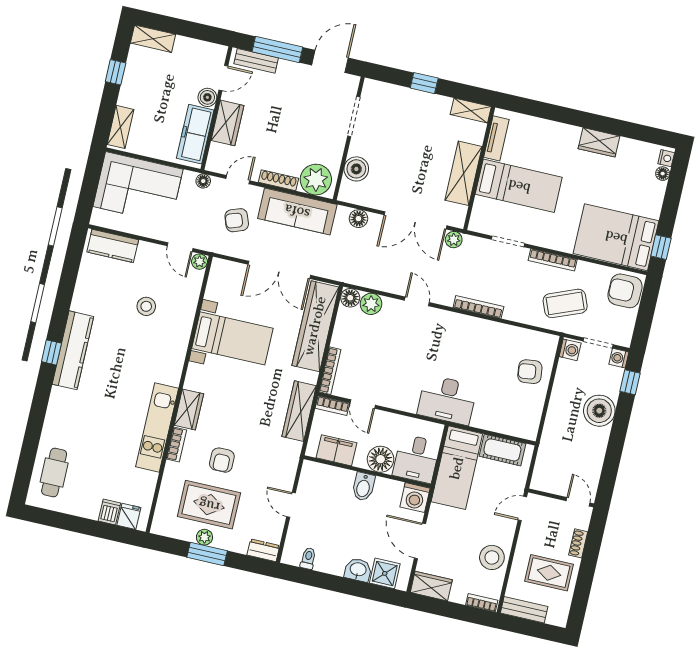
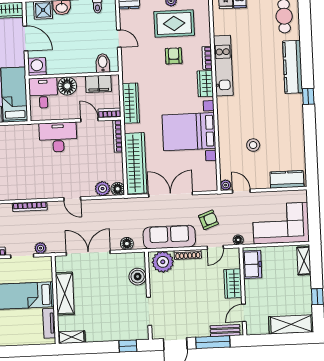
shelving: (153, 39) -> (291, 324), width x1.50, depth x1.33
window: (424, 83) -> (128, 346), moved
boiler: (207, 97) -> (251, 297), removed
freezer: (195, 134) -> (252, 264), width x0.71
plant: (454, 240) -> (40, 248), moved
bed with nightstands: (232, 338) -> (189, 132), width x1.36
kitchen counter: (73, 350) -> (293, 67), moved
desk: (447, 400) -> (58, 137), moved
bidet: (363, 487) -> (103, 63), moved

